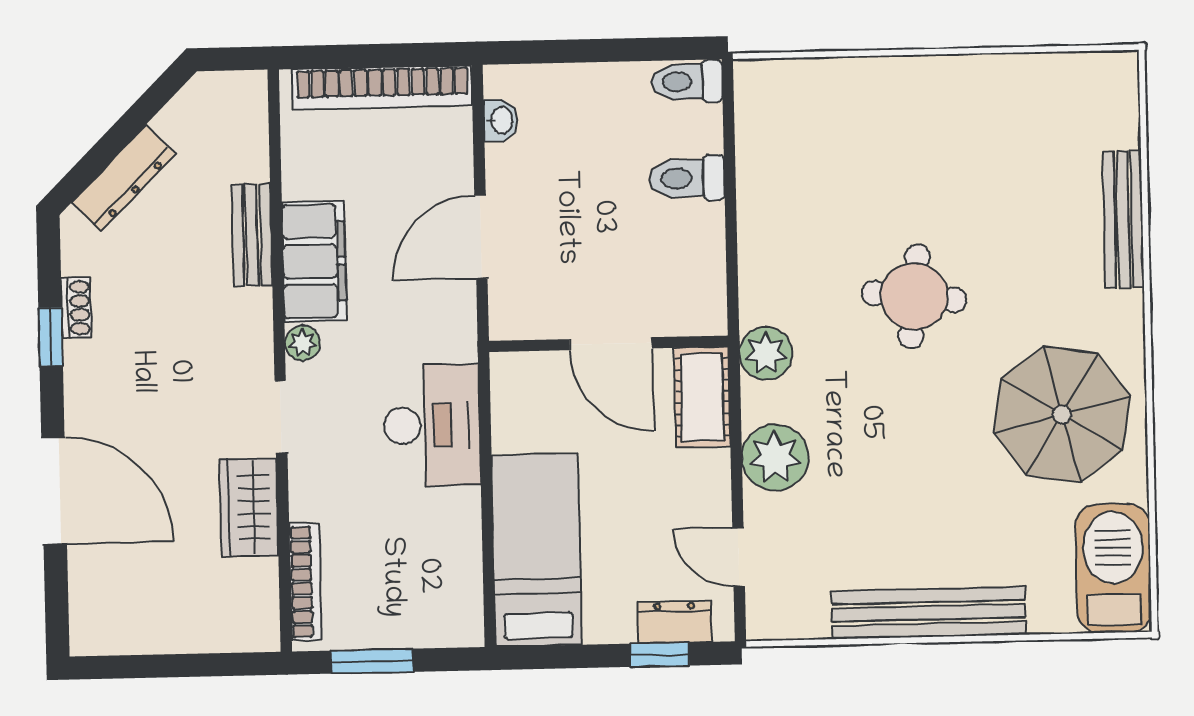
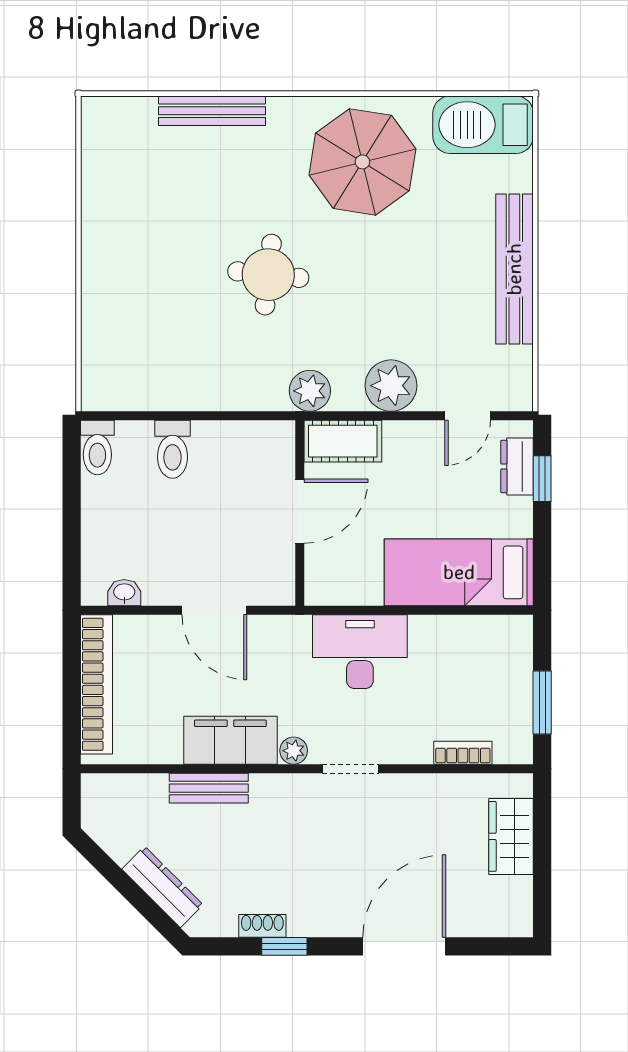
wardrobe: (249, 508) -> (511, 836), moved, turned 90
bookcase: (305, 582) -> (463, 753), width x0.64

